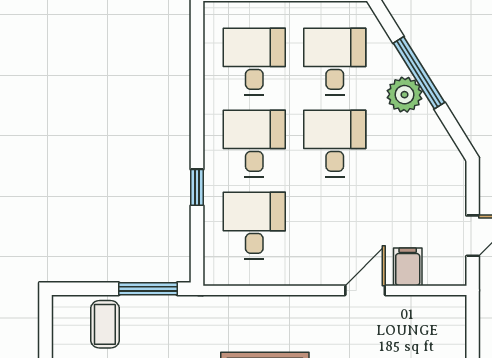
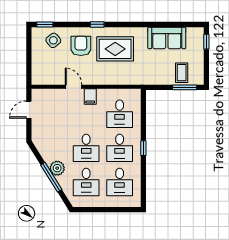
window: (197, 187) -> (143, 148), moved
filing cabinet: (408, 267) -> (90, 97), moved
window: (148, 289) -> (185, 87), moved
door: (365, 290) -> (74, 87), swing flipped

